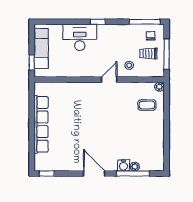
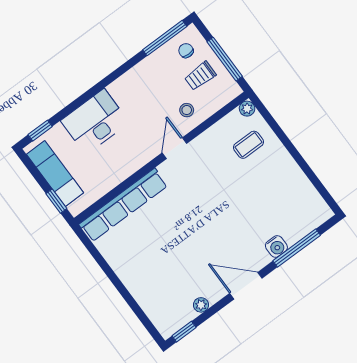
window: (98, 22) -> (40, 131), moved
row of seats: (41, 124) -> (123, 205), moved, turned 90
plant: (135, 167) -> (201, 305), moved

